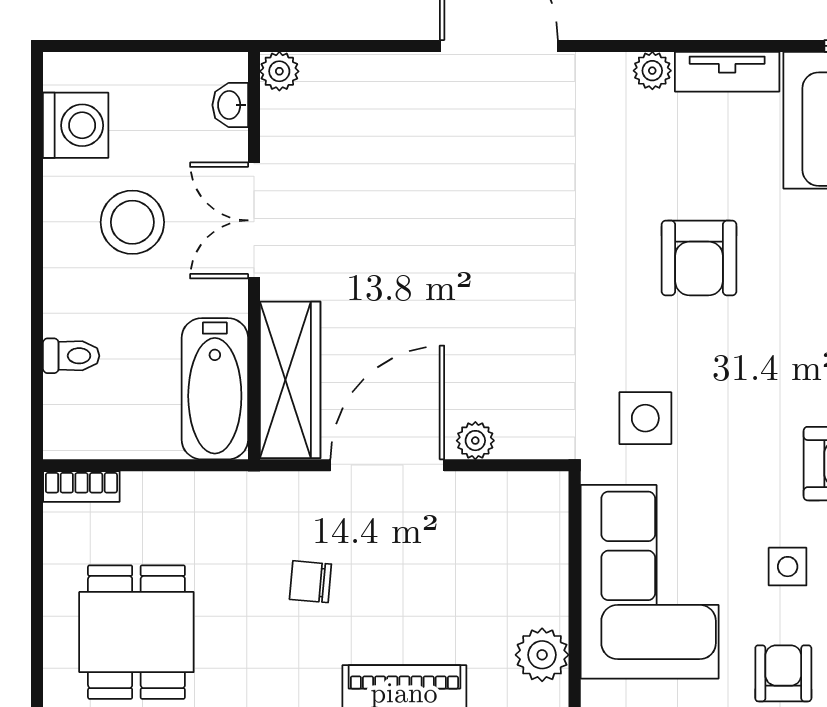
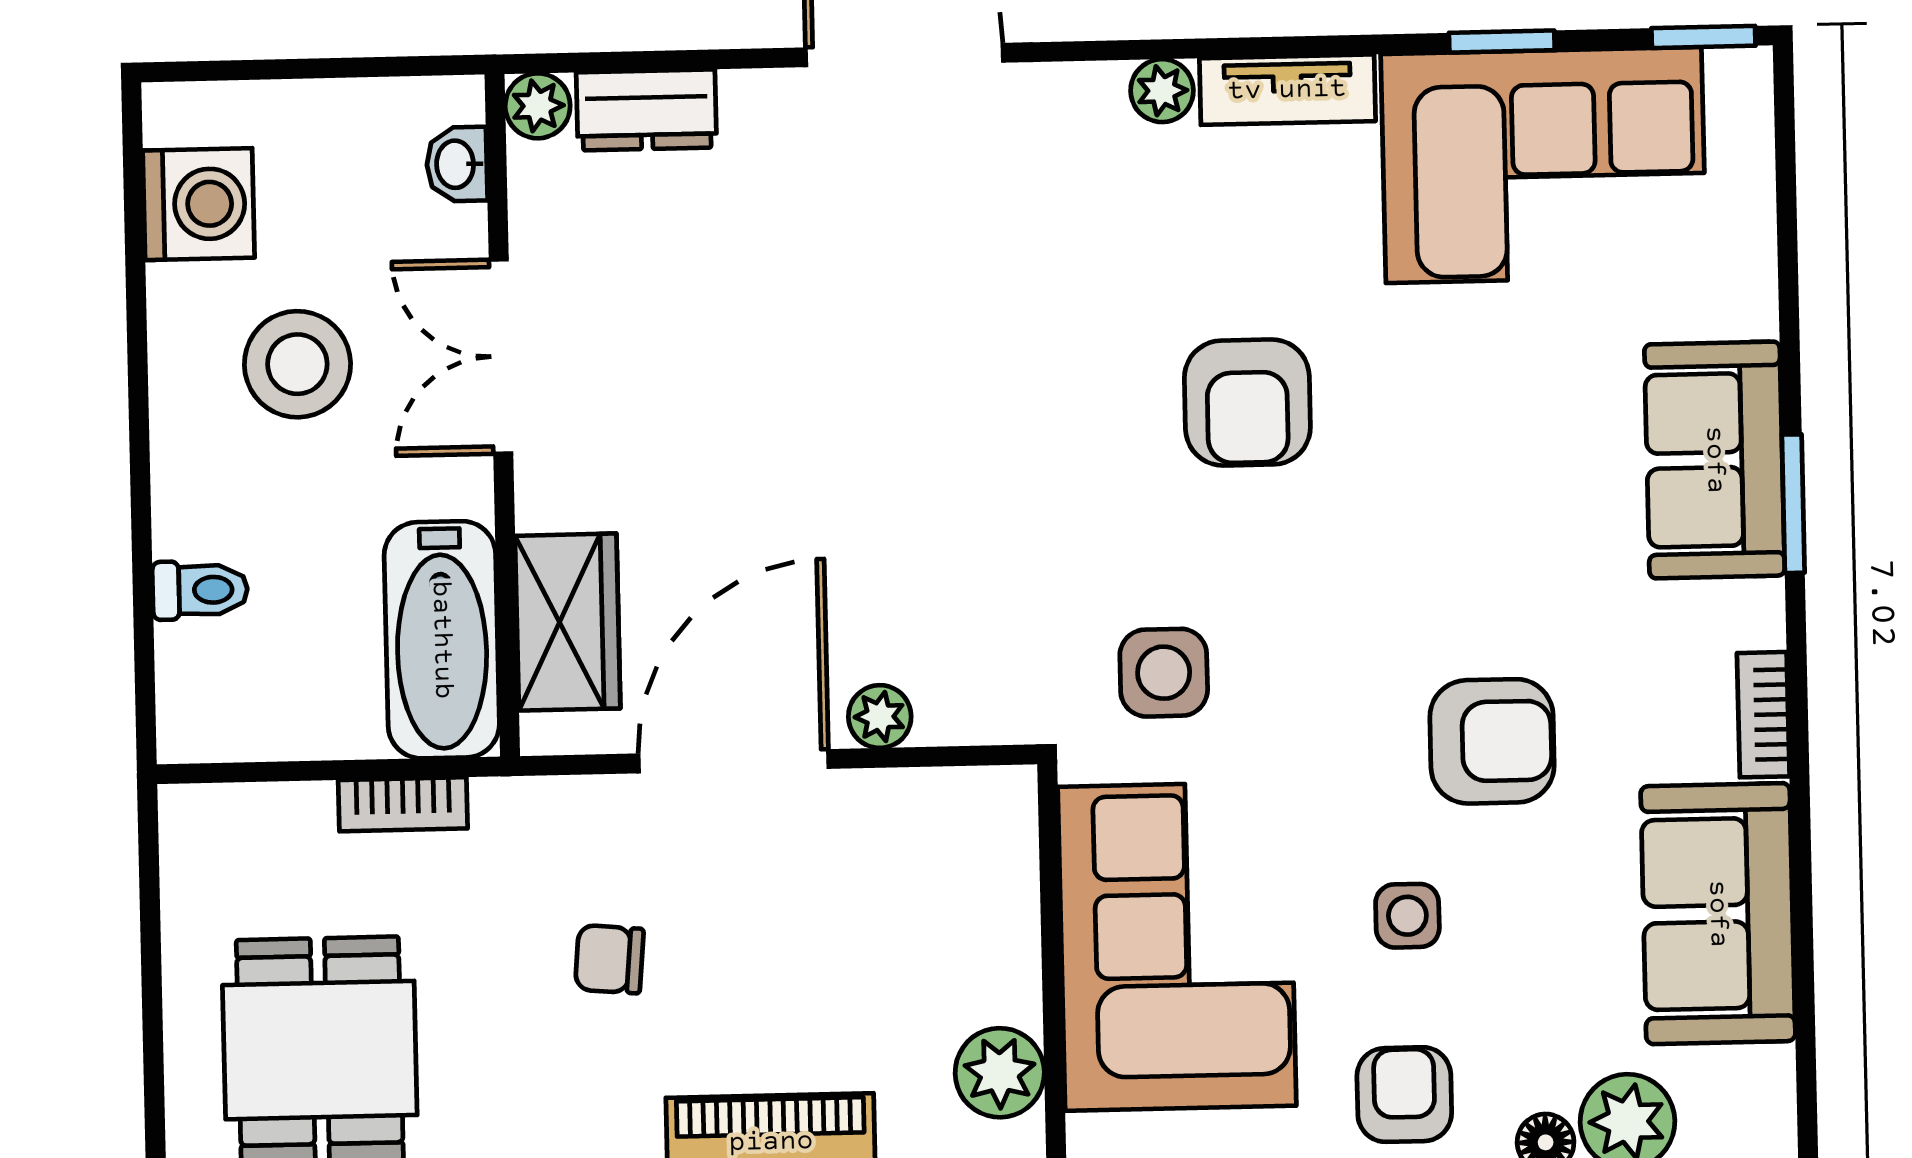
dresser: (344, 75) -> (646, 110), added
wardrobe: (290, 380) -> (568, 622), width x0.67
bookcase: (81, 486) -> (403, 804), moved

